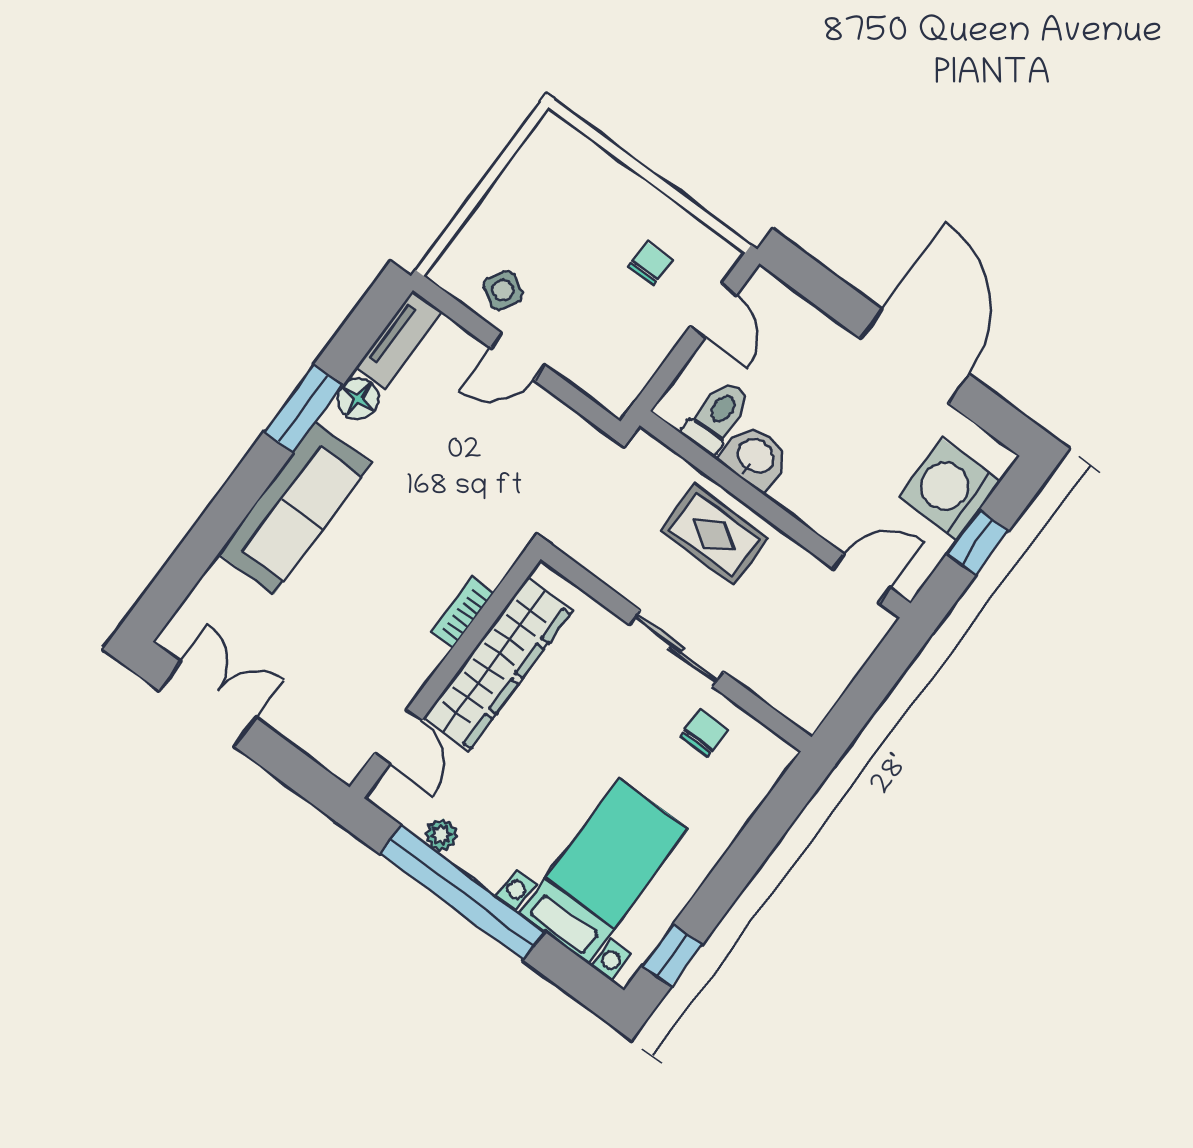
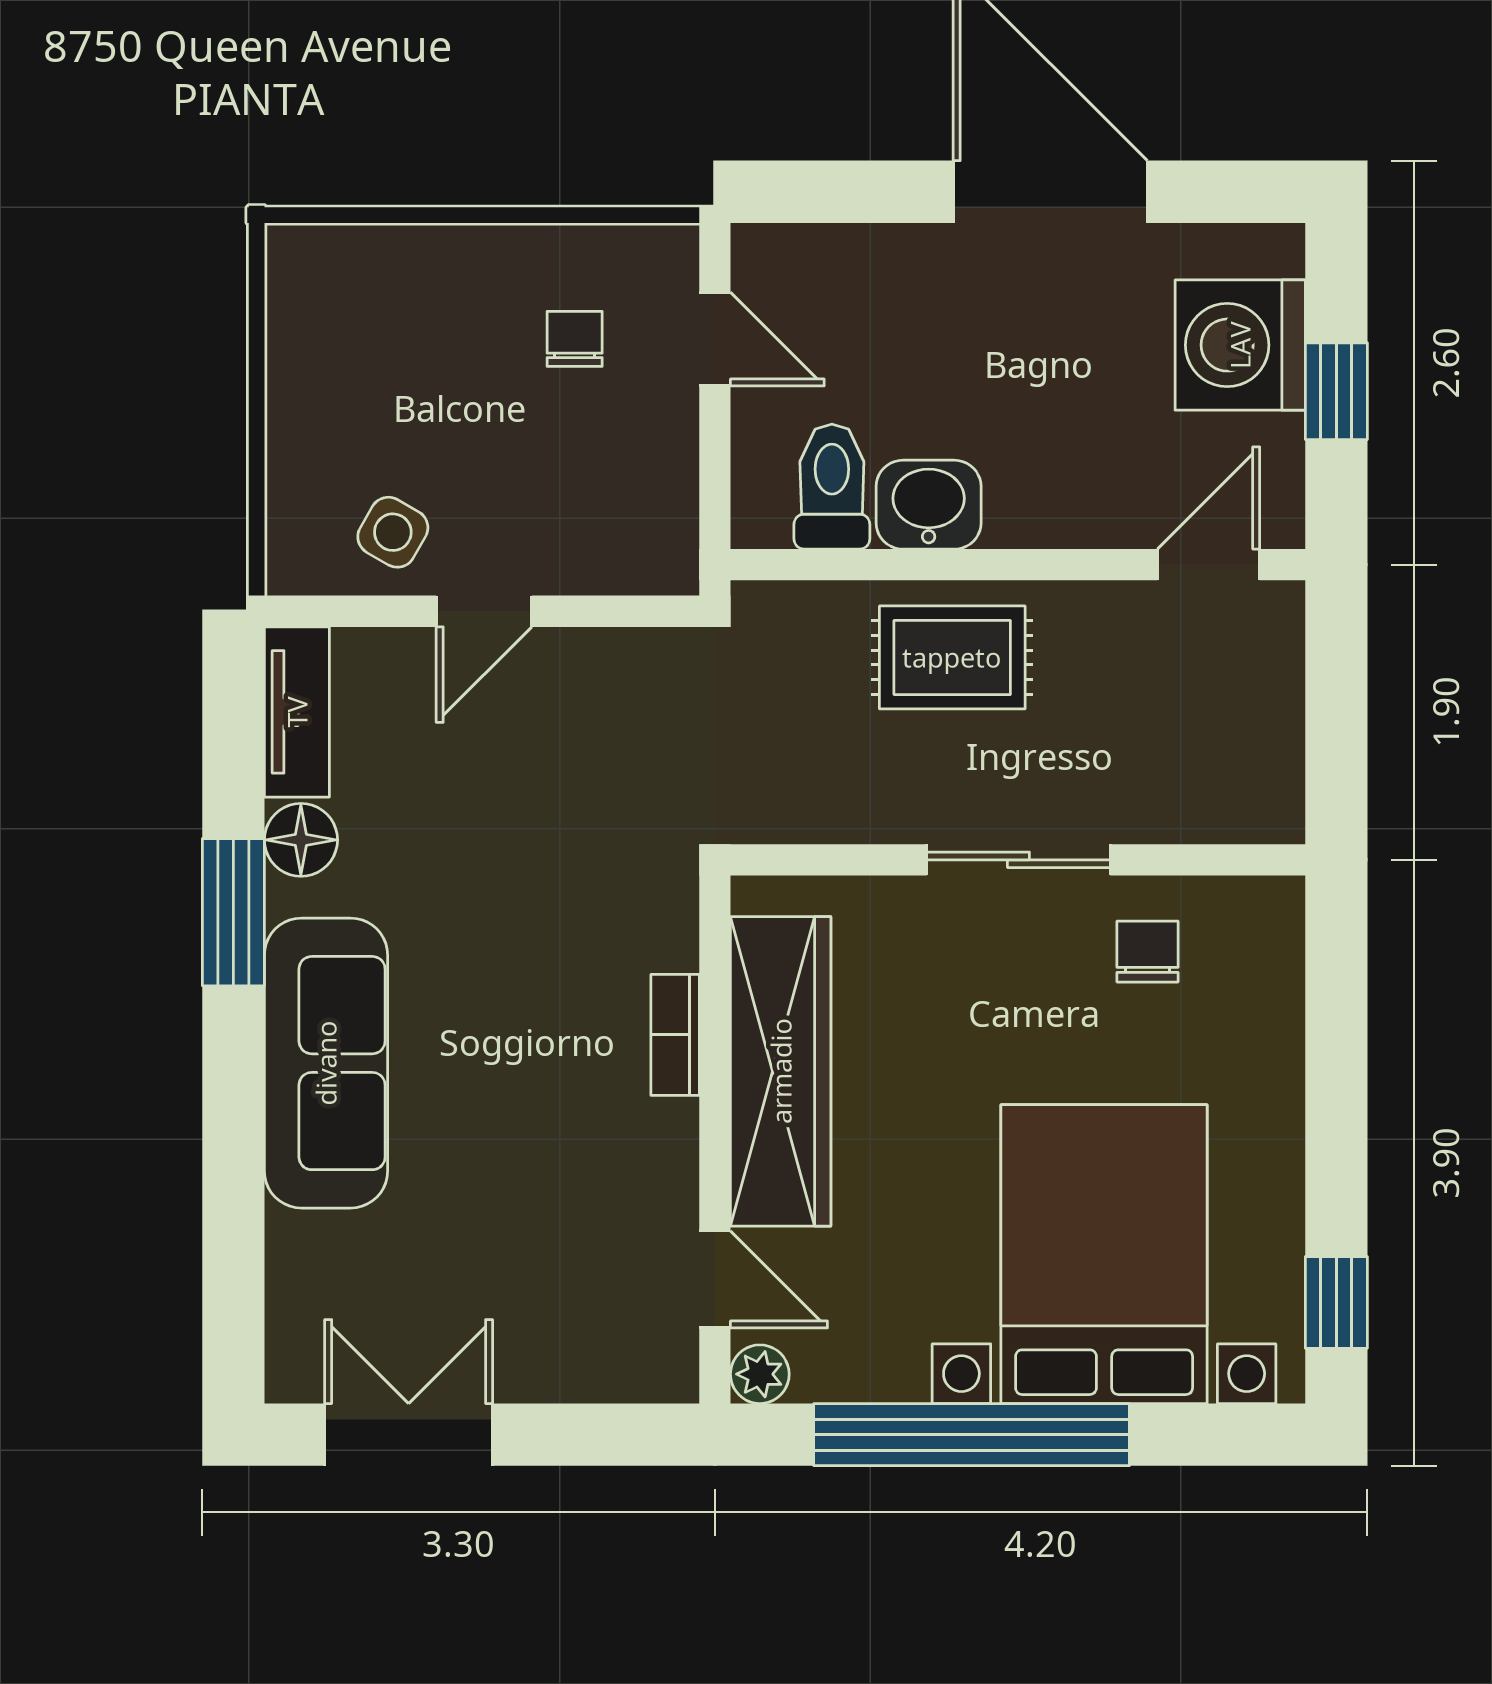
plant: (441, 835) -> (760, 1374), moved
bed with nightstands: (604, 871) -> (1104, 1254), width x1.36

